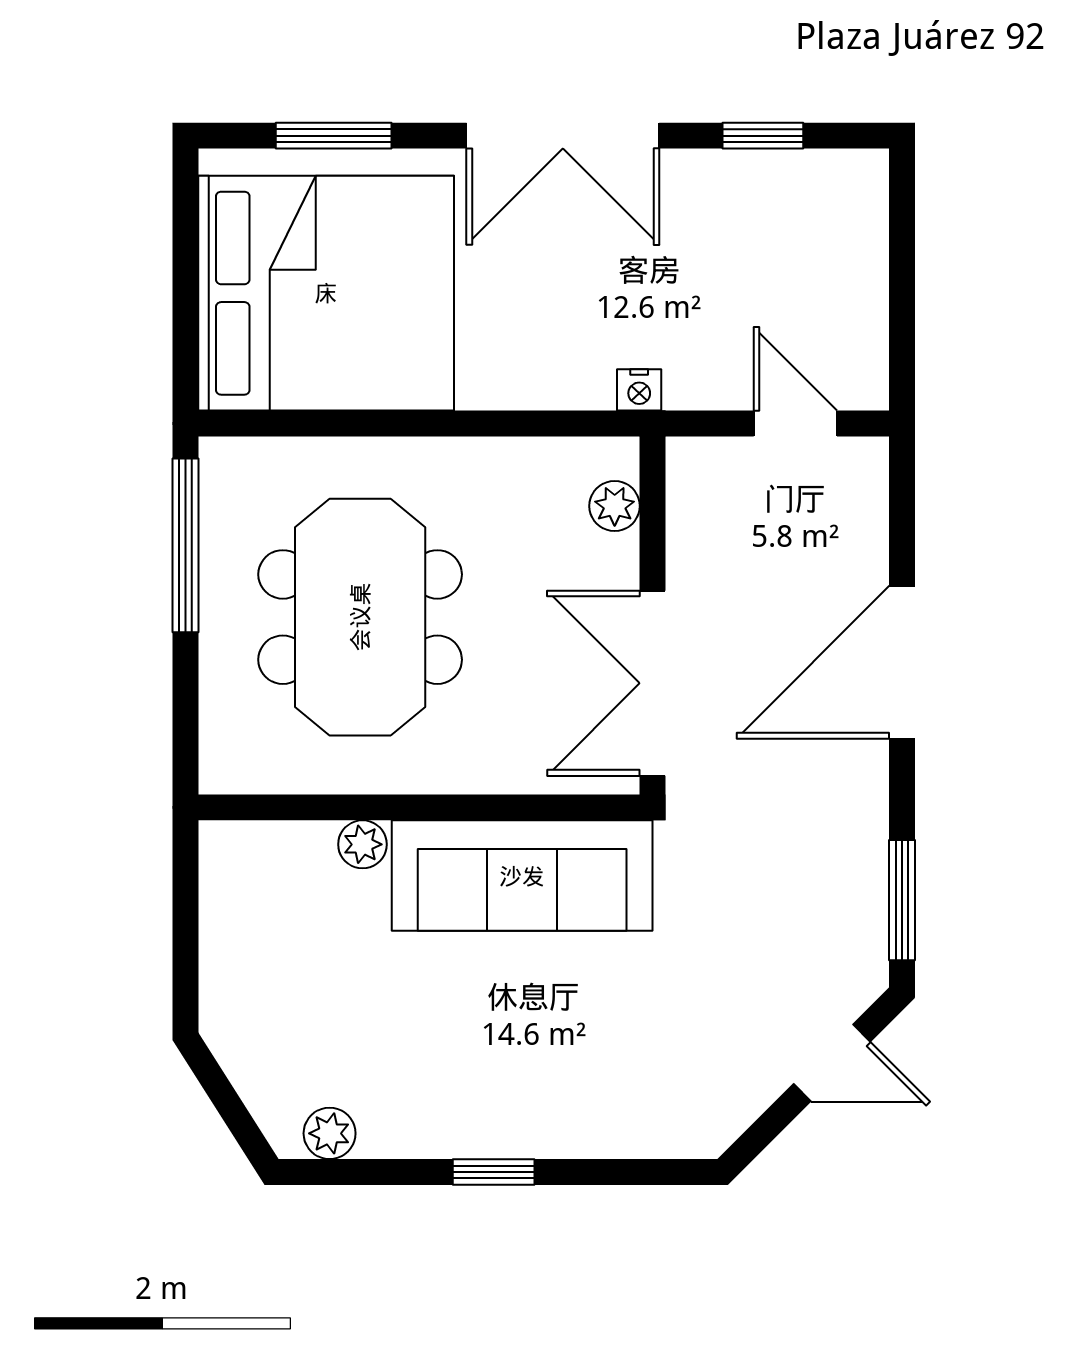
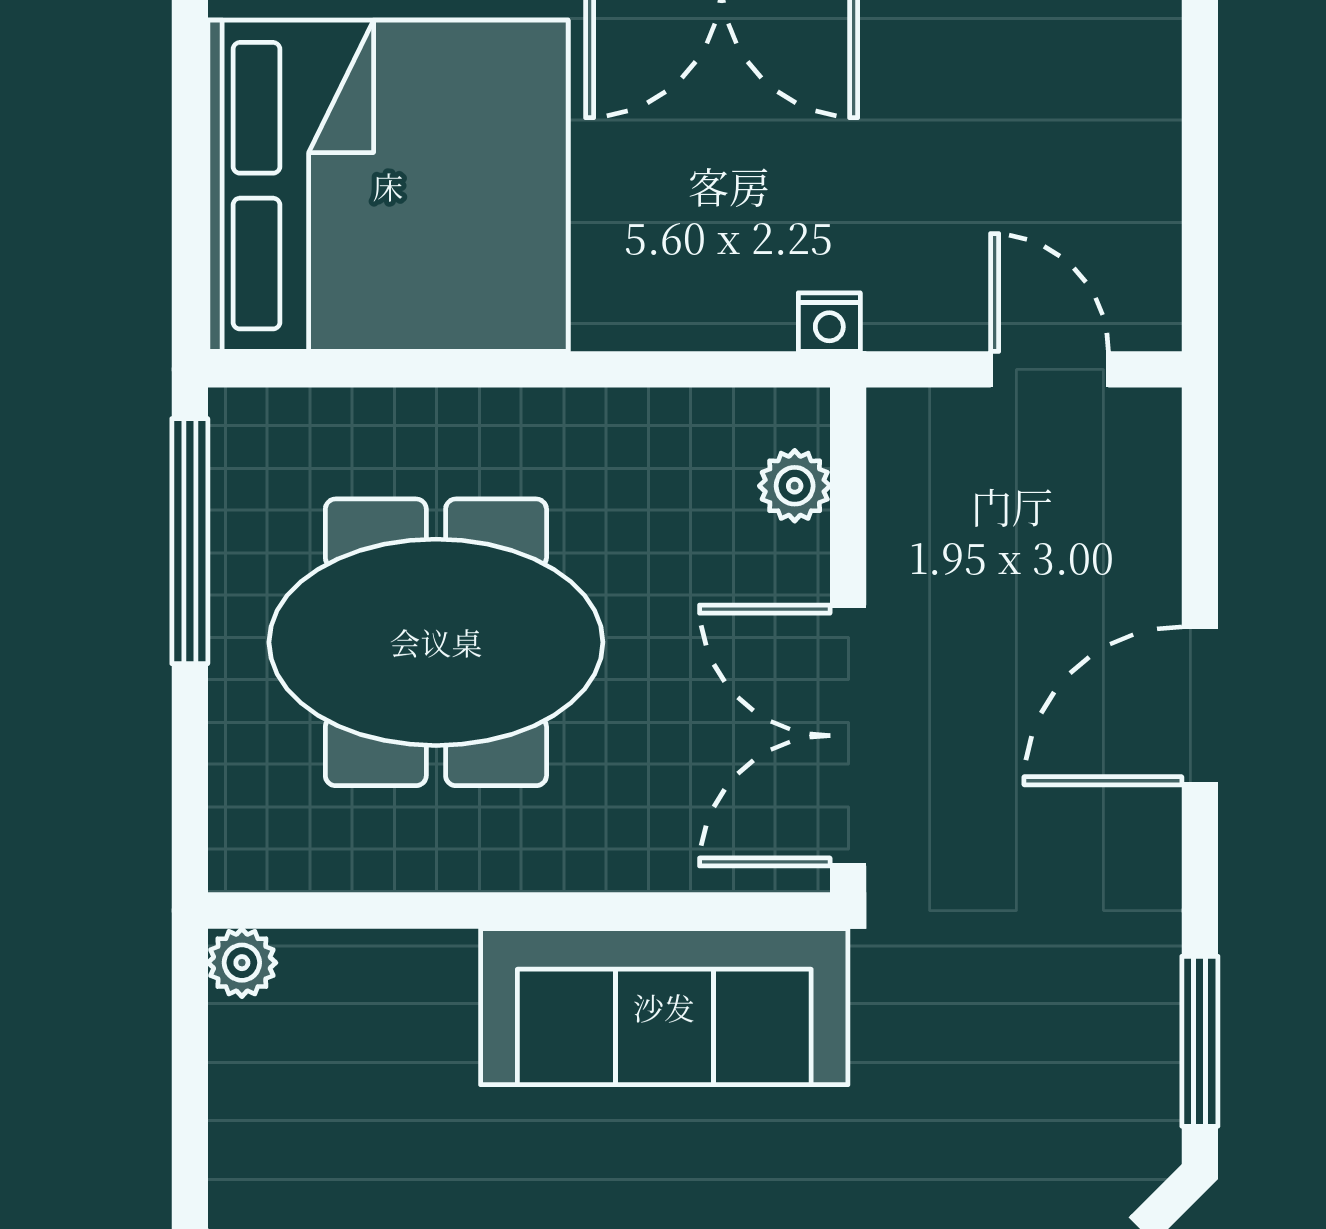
meeting table: (360, 617) -> (436, 642), turned 90
door: (902, 662) -> (1200, 706), width x0.73
plant: (362, 844) -> (242, 963), moved

